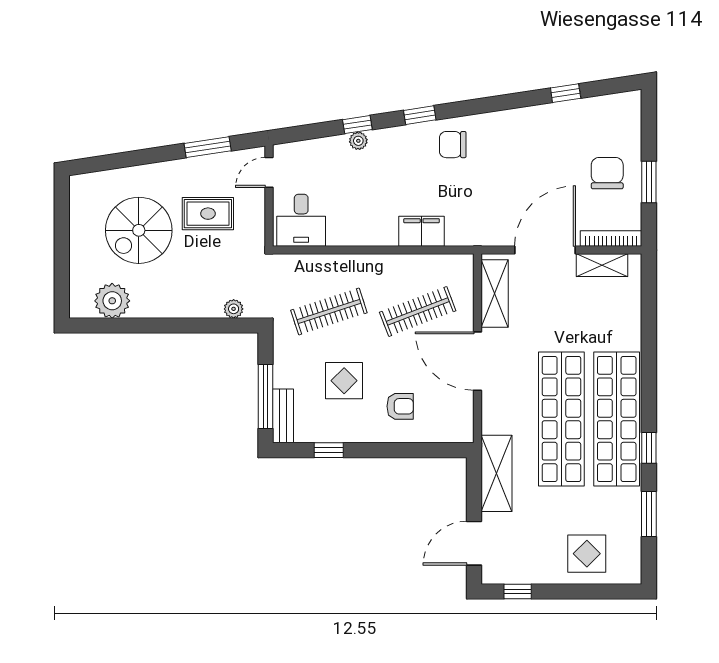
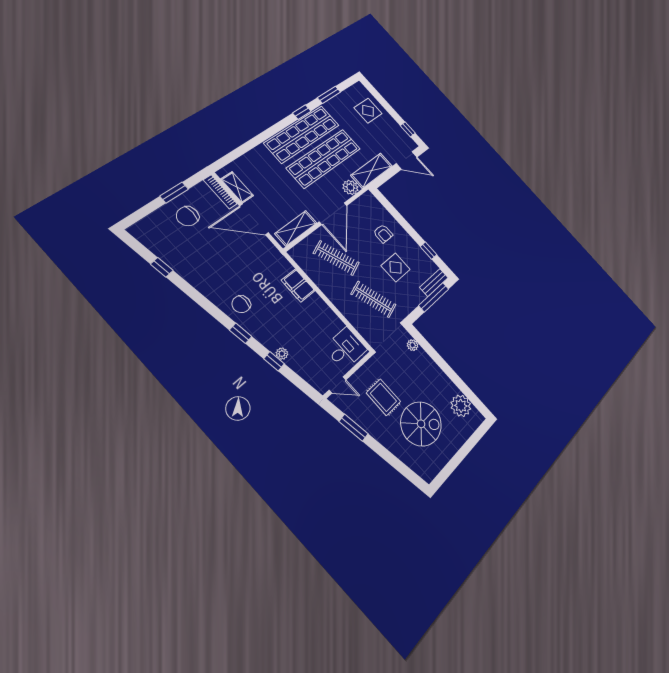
chair: (453, 145) -> (241, 304), turned 90
armchair: (400, 406) -> (383, 234), turned 180
plant: (495, 419) -> (350, 187), added

